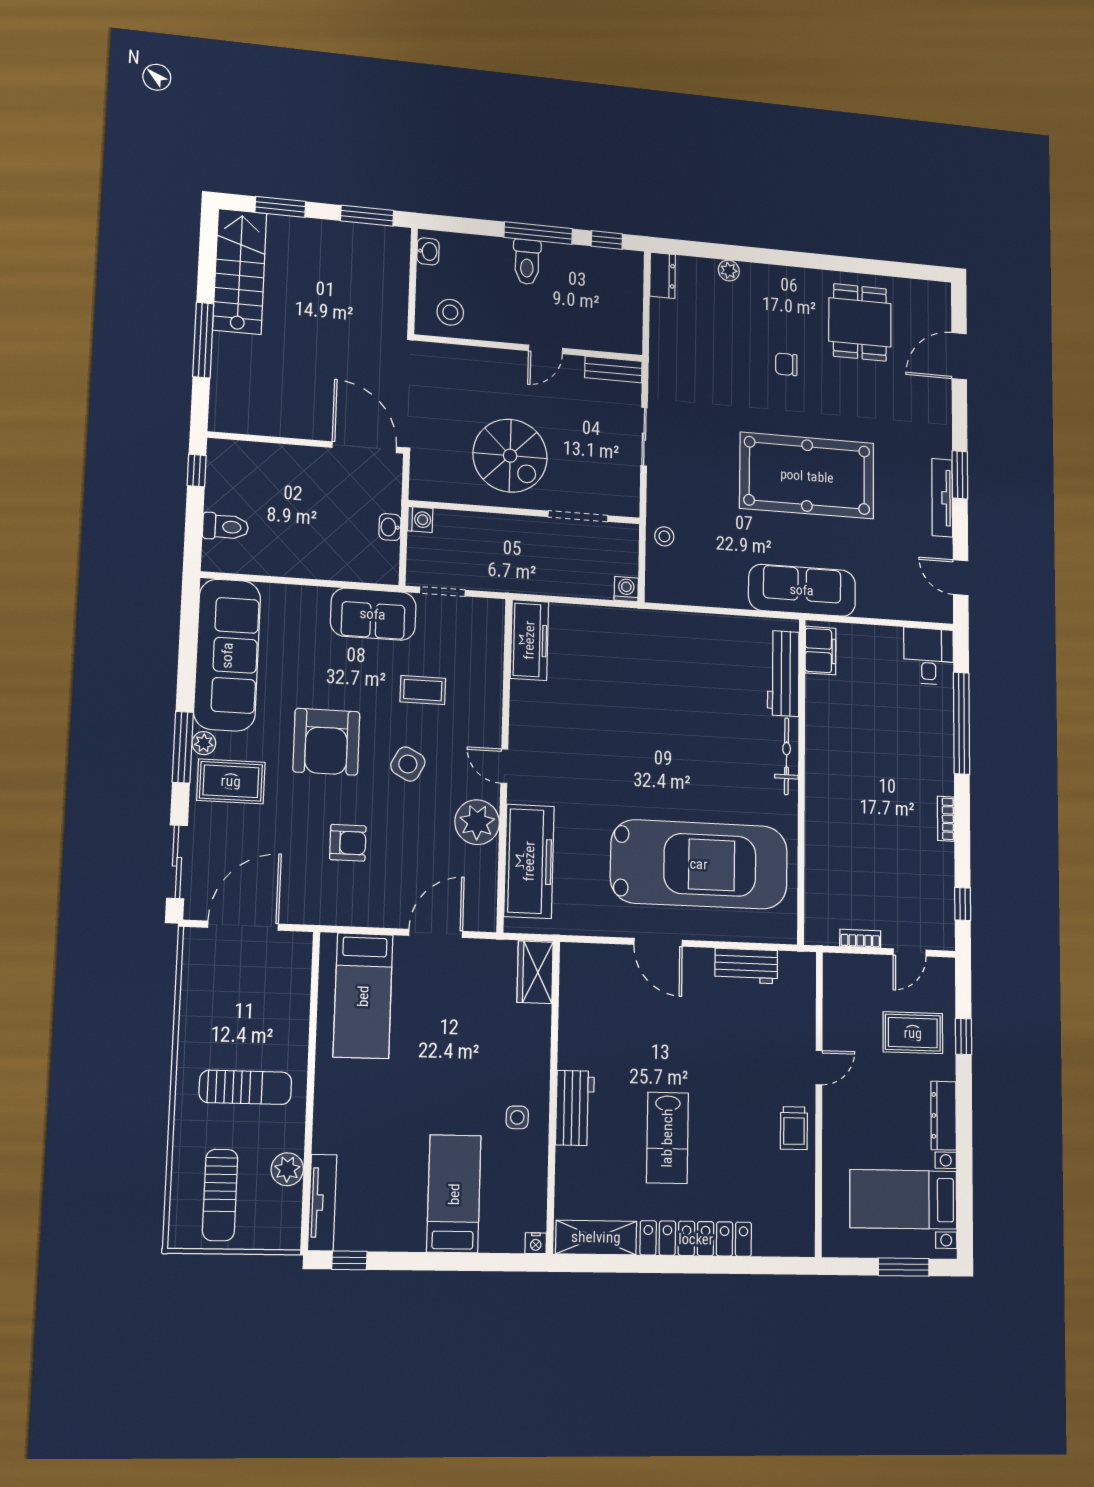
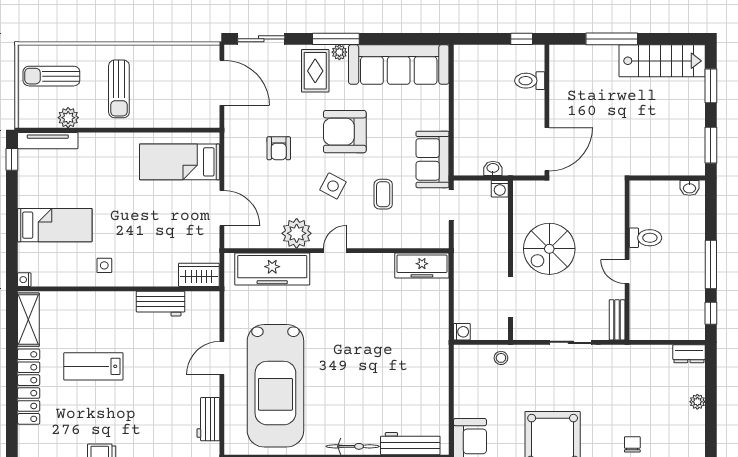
toilet: (527, 262) -> (645, 238), moved, turned 180
stool: (450, 312) -> (647, 205), removed
toilet: (225, 527) -> (530, 81), moved, turned 90
workbench: (575, 1108) -> (161, 304), moved

